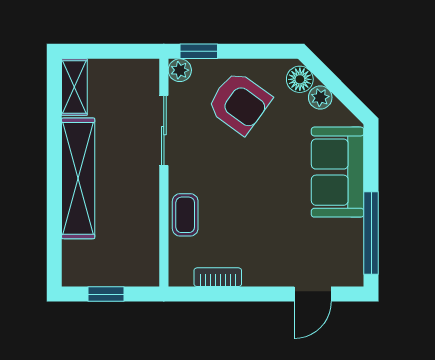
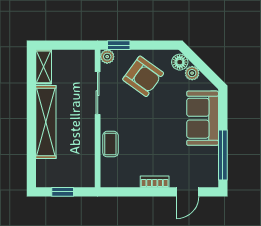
bookcase: (218, 277) -> (155, 182), moved

